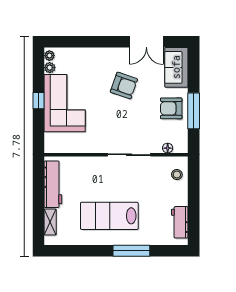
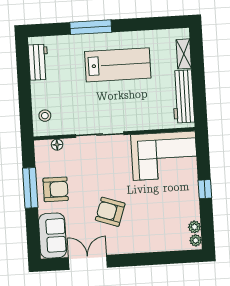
corner sofa: (65, 103) -> (164, 156), moved, turned -90

